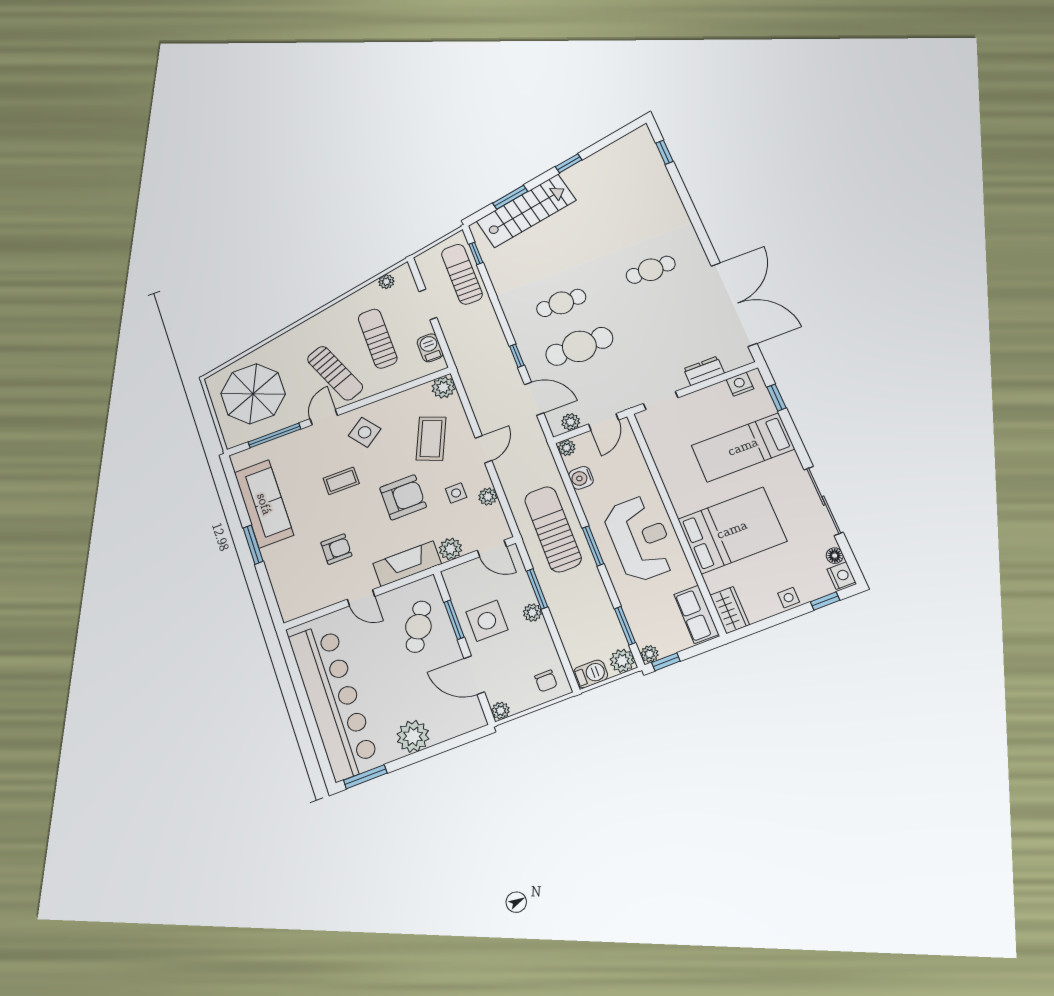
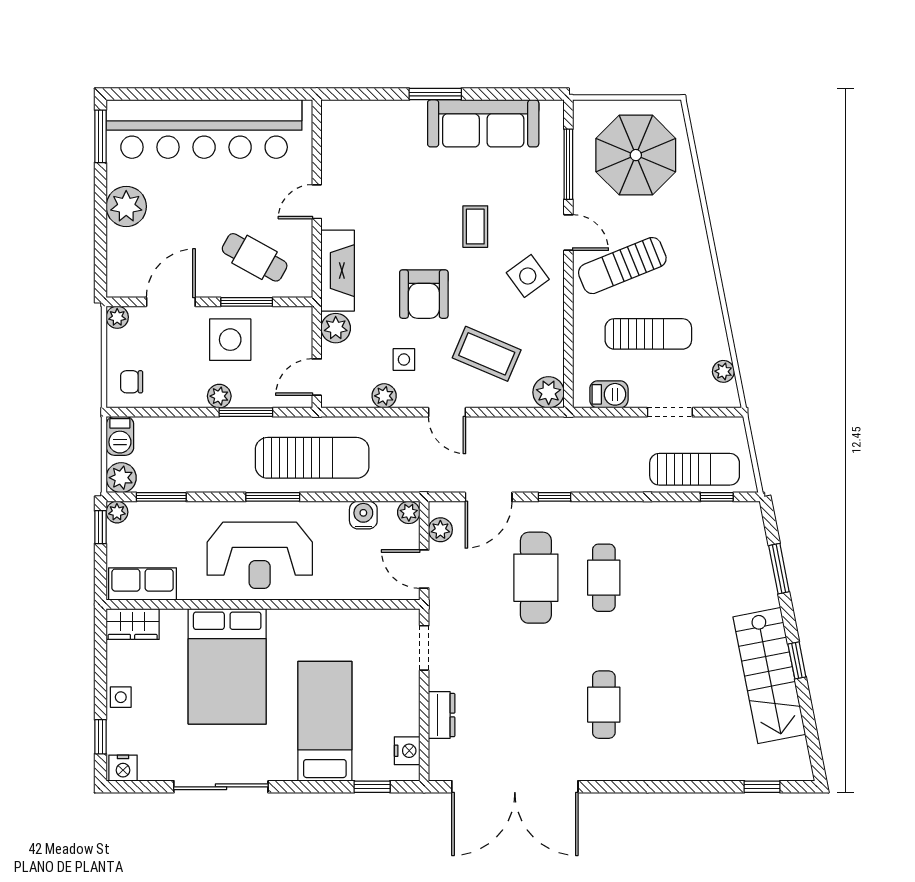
stairs: (526, 211) -> (769, 676), moved
armchair: (336, 549) -> (390, 192), removed
floor lamp: (835, 556) -> (150, 771), removed

